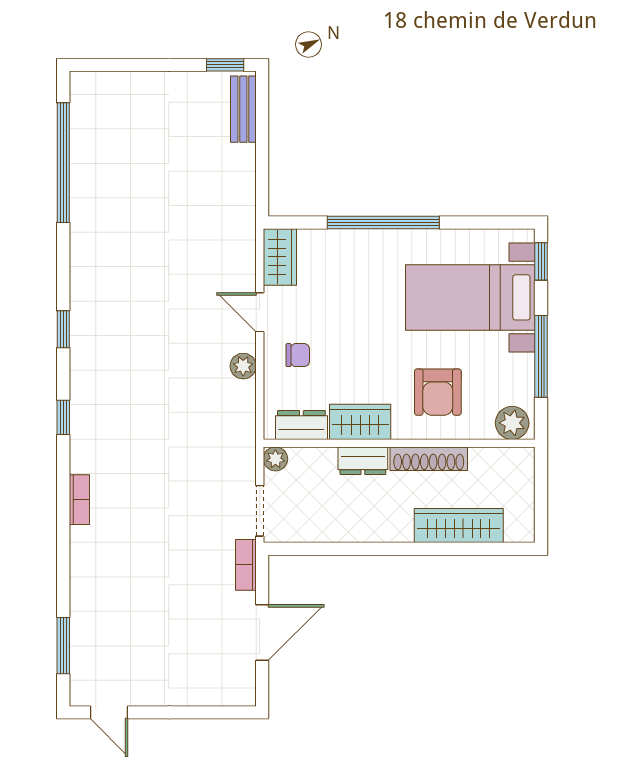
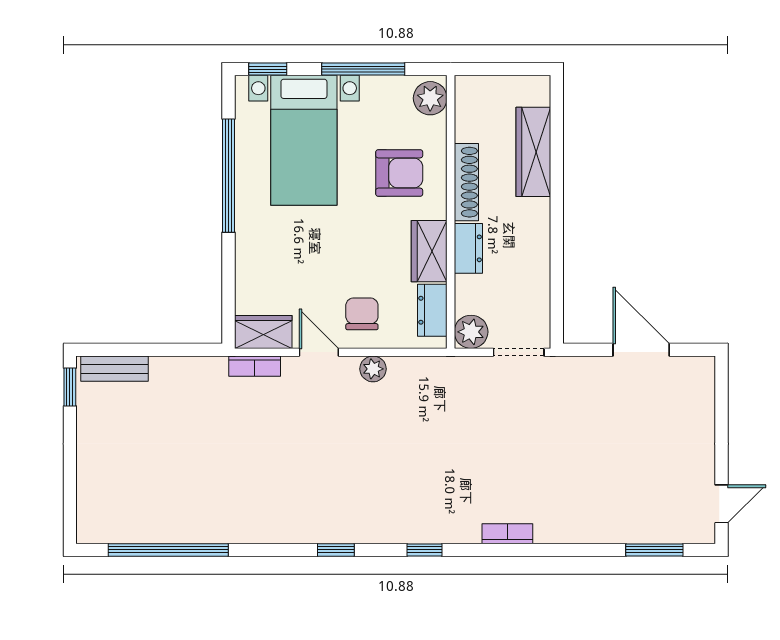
window: (383, 222) -> (229, 176), moved
door: (260, 312) -> (319, 352), swing flipped
chair: (298, 355) -> (362, 314), width x1.37, depth x1.37
plant: (275, 459) -> (471, 332), width x1.38, depth x1.38
bookcase: (246, 565) -> (255, 366), moved

